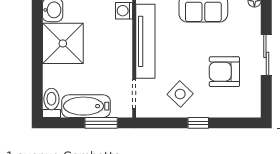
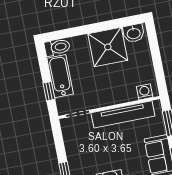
side table: (180, 94) -> (85, 151), removed
window: (101, 123) -> (49, 91), width x0.67

